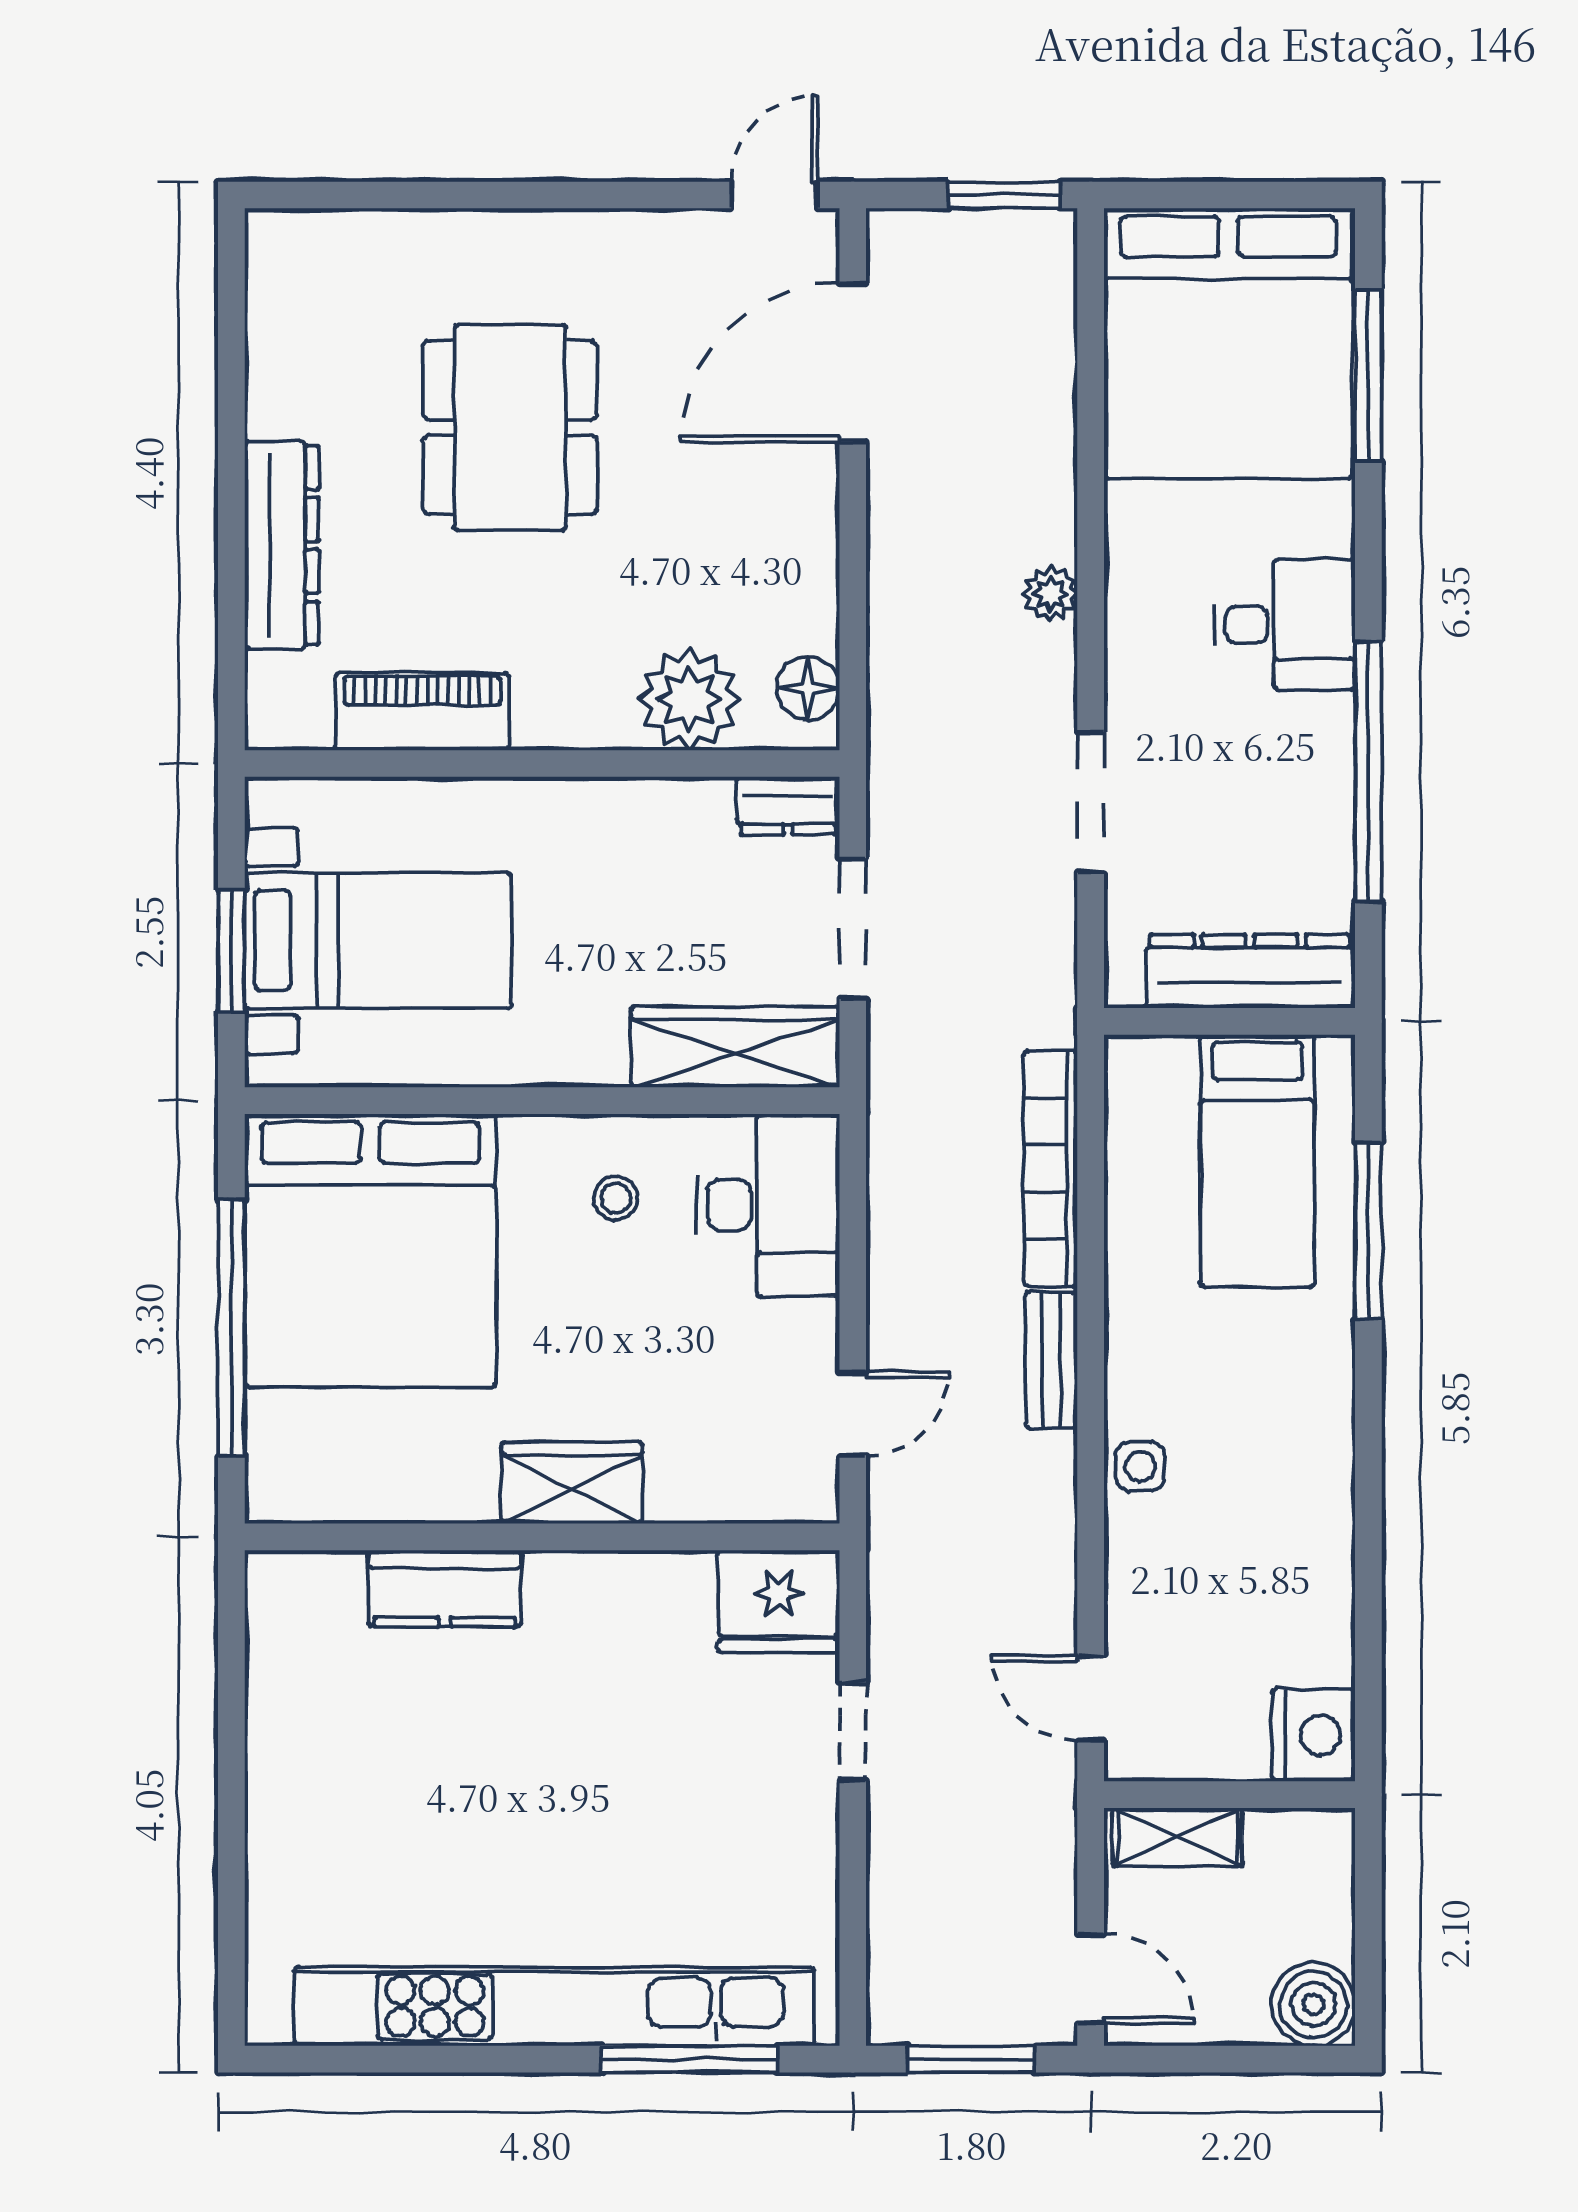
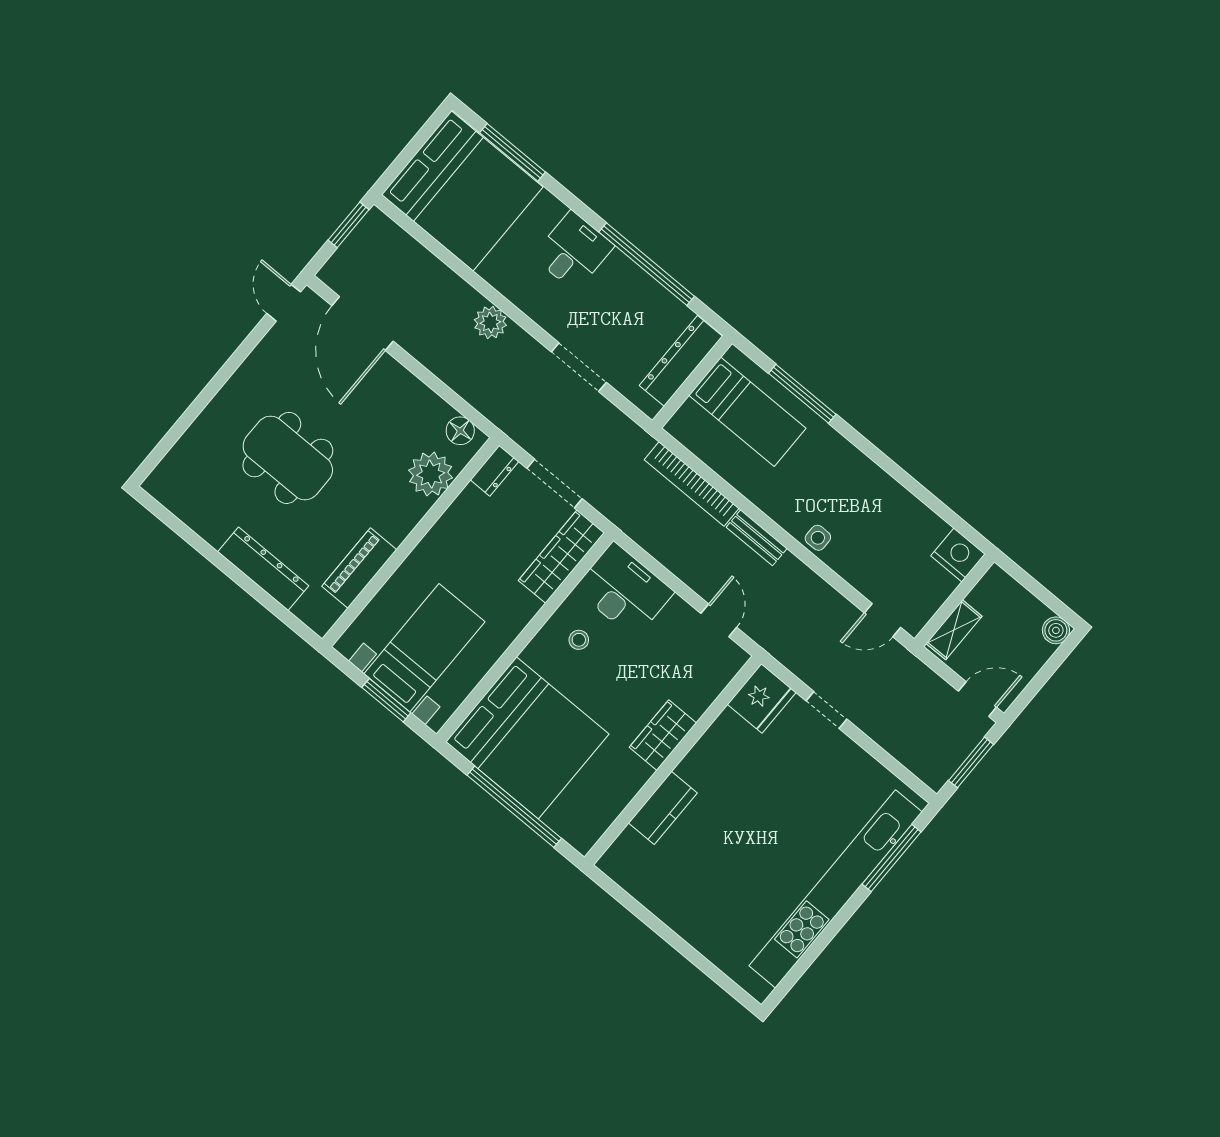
plant: (1050, 594) -> (490, 322), width x1.38, depth x1.38
boiler: (1313, 2004) -> (1056, 630), width x0.73, depth x0.73

